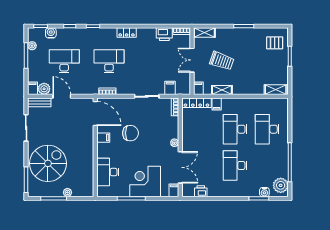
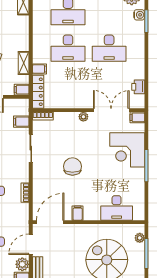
door: (95, 114) -> (50, 222), moved
filing cabinet: (103, 138) -> (78, 213), moved
wall: (95, 147) -> (89, 222), moved
desk: (108, 172) -> (117, 208), moved

